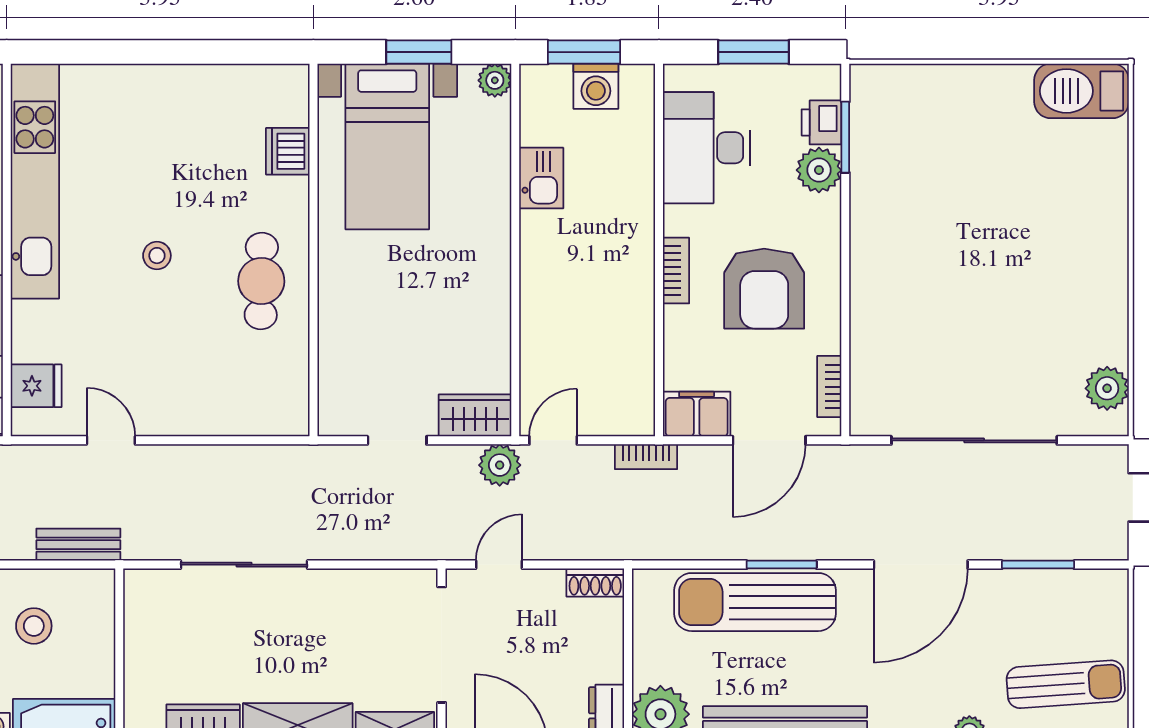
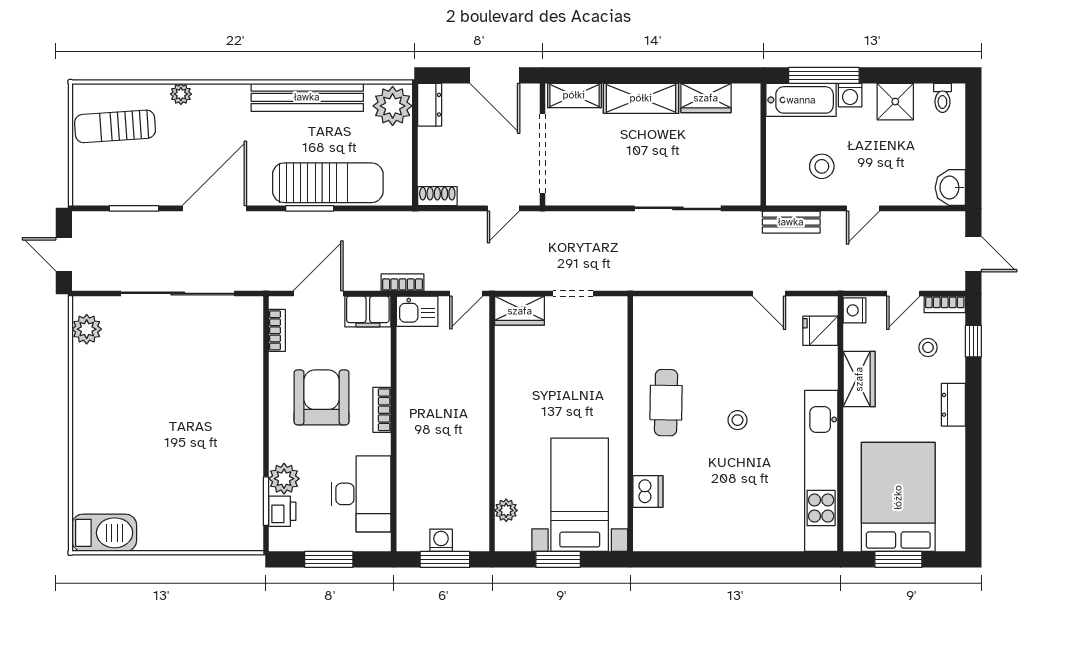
plant: (495, 80) -> (506, 510), moved
washing machine: (596, 86) -> (441, 540), width x0.73, depth x0.73
kitchen sink: (541, 178) -> (417, 311), moved, turned -90
plant: (500, 465) -> (503, 277), removed

